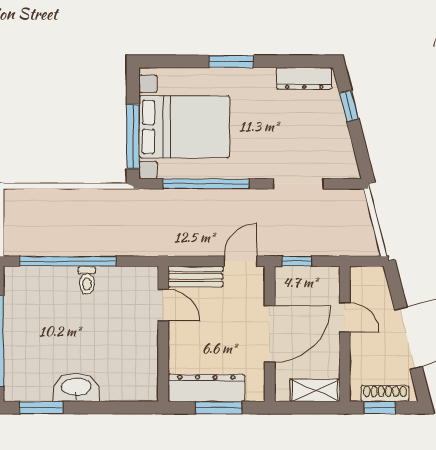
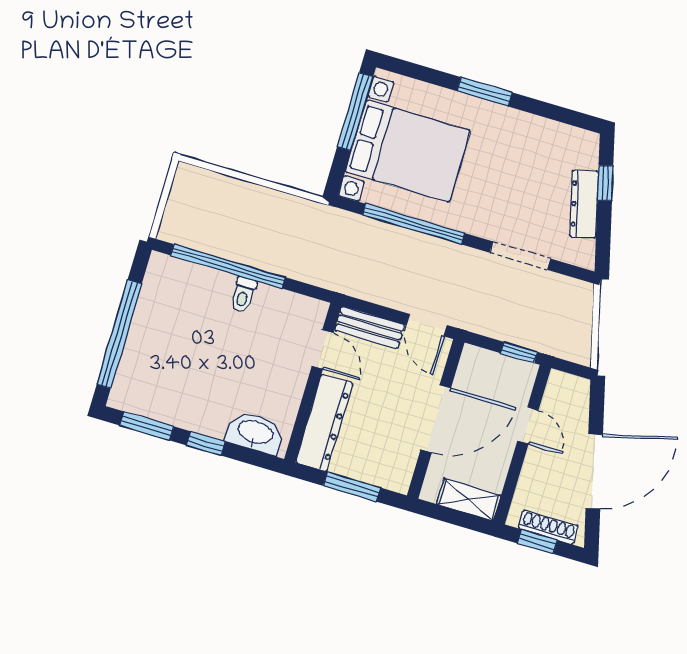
dresser: (304, 78) -> (584, 204), moved, turned 76
window: (133, 137) -> (355, 112), moved
door: (240, 261) -> (427, 325), swing flipped
window: (297, 261) -> (519, 352), moved
washbasin: (76, 388) -> (255, 433), moved
dresser: (206, 388) -> (324, 423), moved, turned 90
window: (92, 408) -> (206, 443), added

